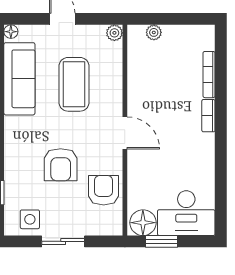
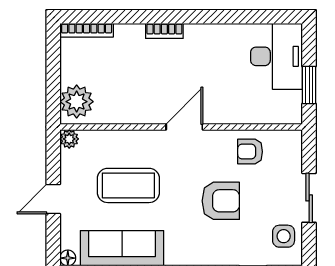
plant: (154, 32) -> (77, 102), width x1.88, depth x1.88
bookcase: (209, 75) -> (87, 30), moved
armchair: (104, 190) -> (250, 152), width x0.72, depth x0.72
floor lamp: (143, 223) -> (287, 106), removed

